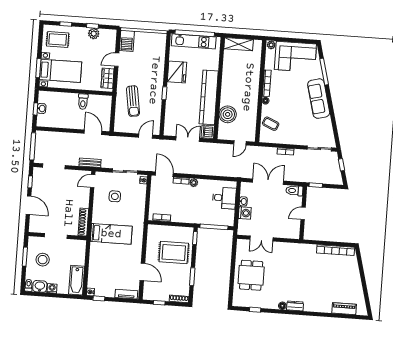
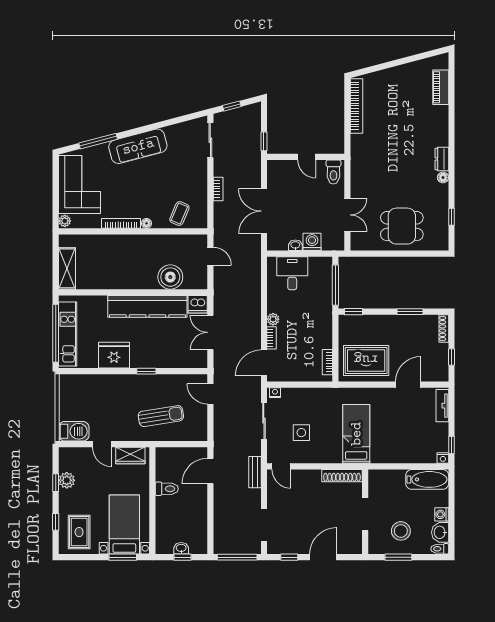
toilet: (294, 191) -> (333, 172), moved
rug: (174, 253) -> (366, 360), moved, turned 90

